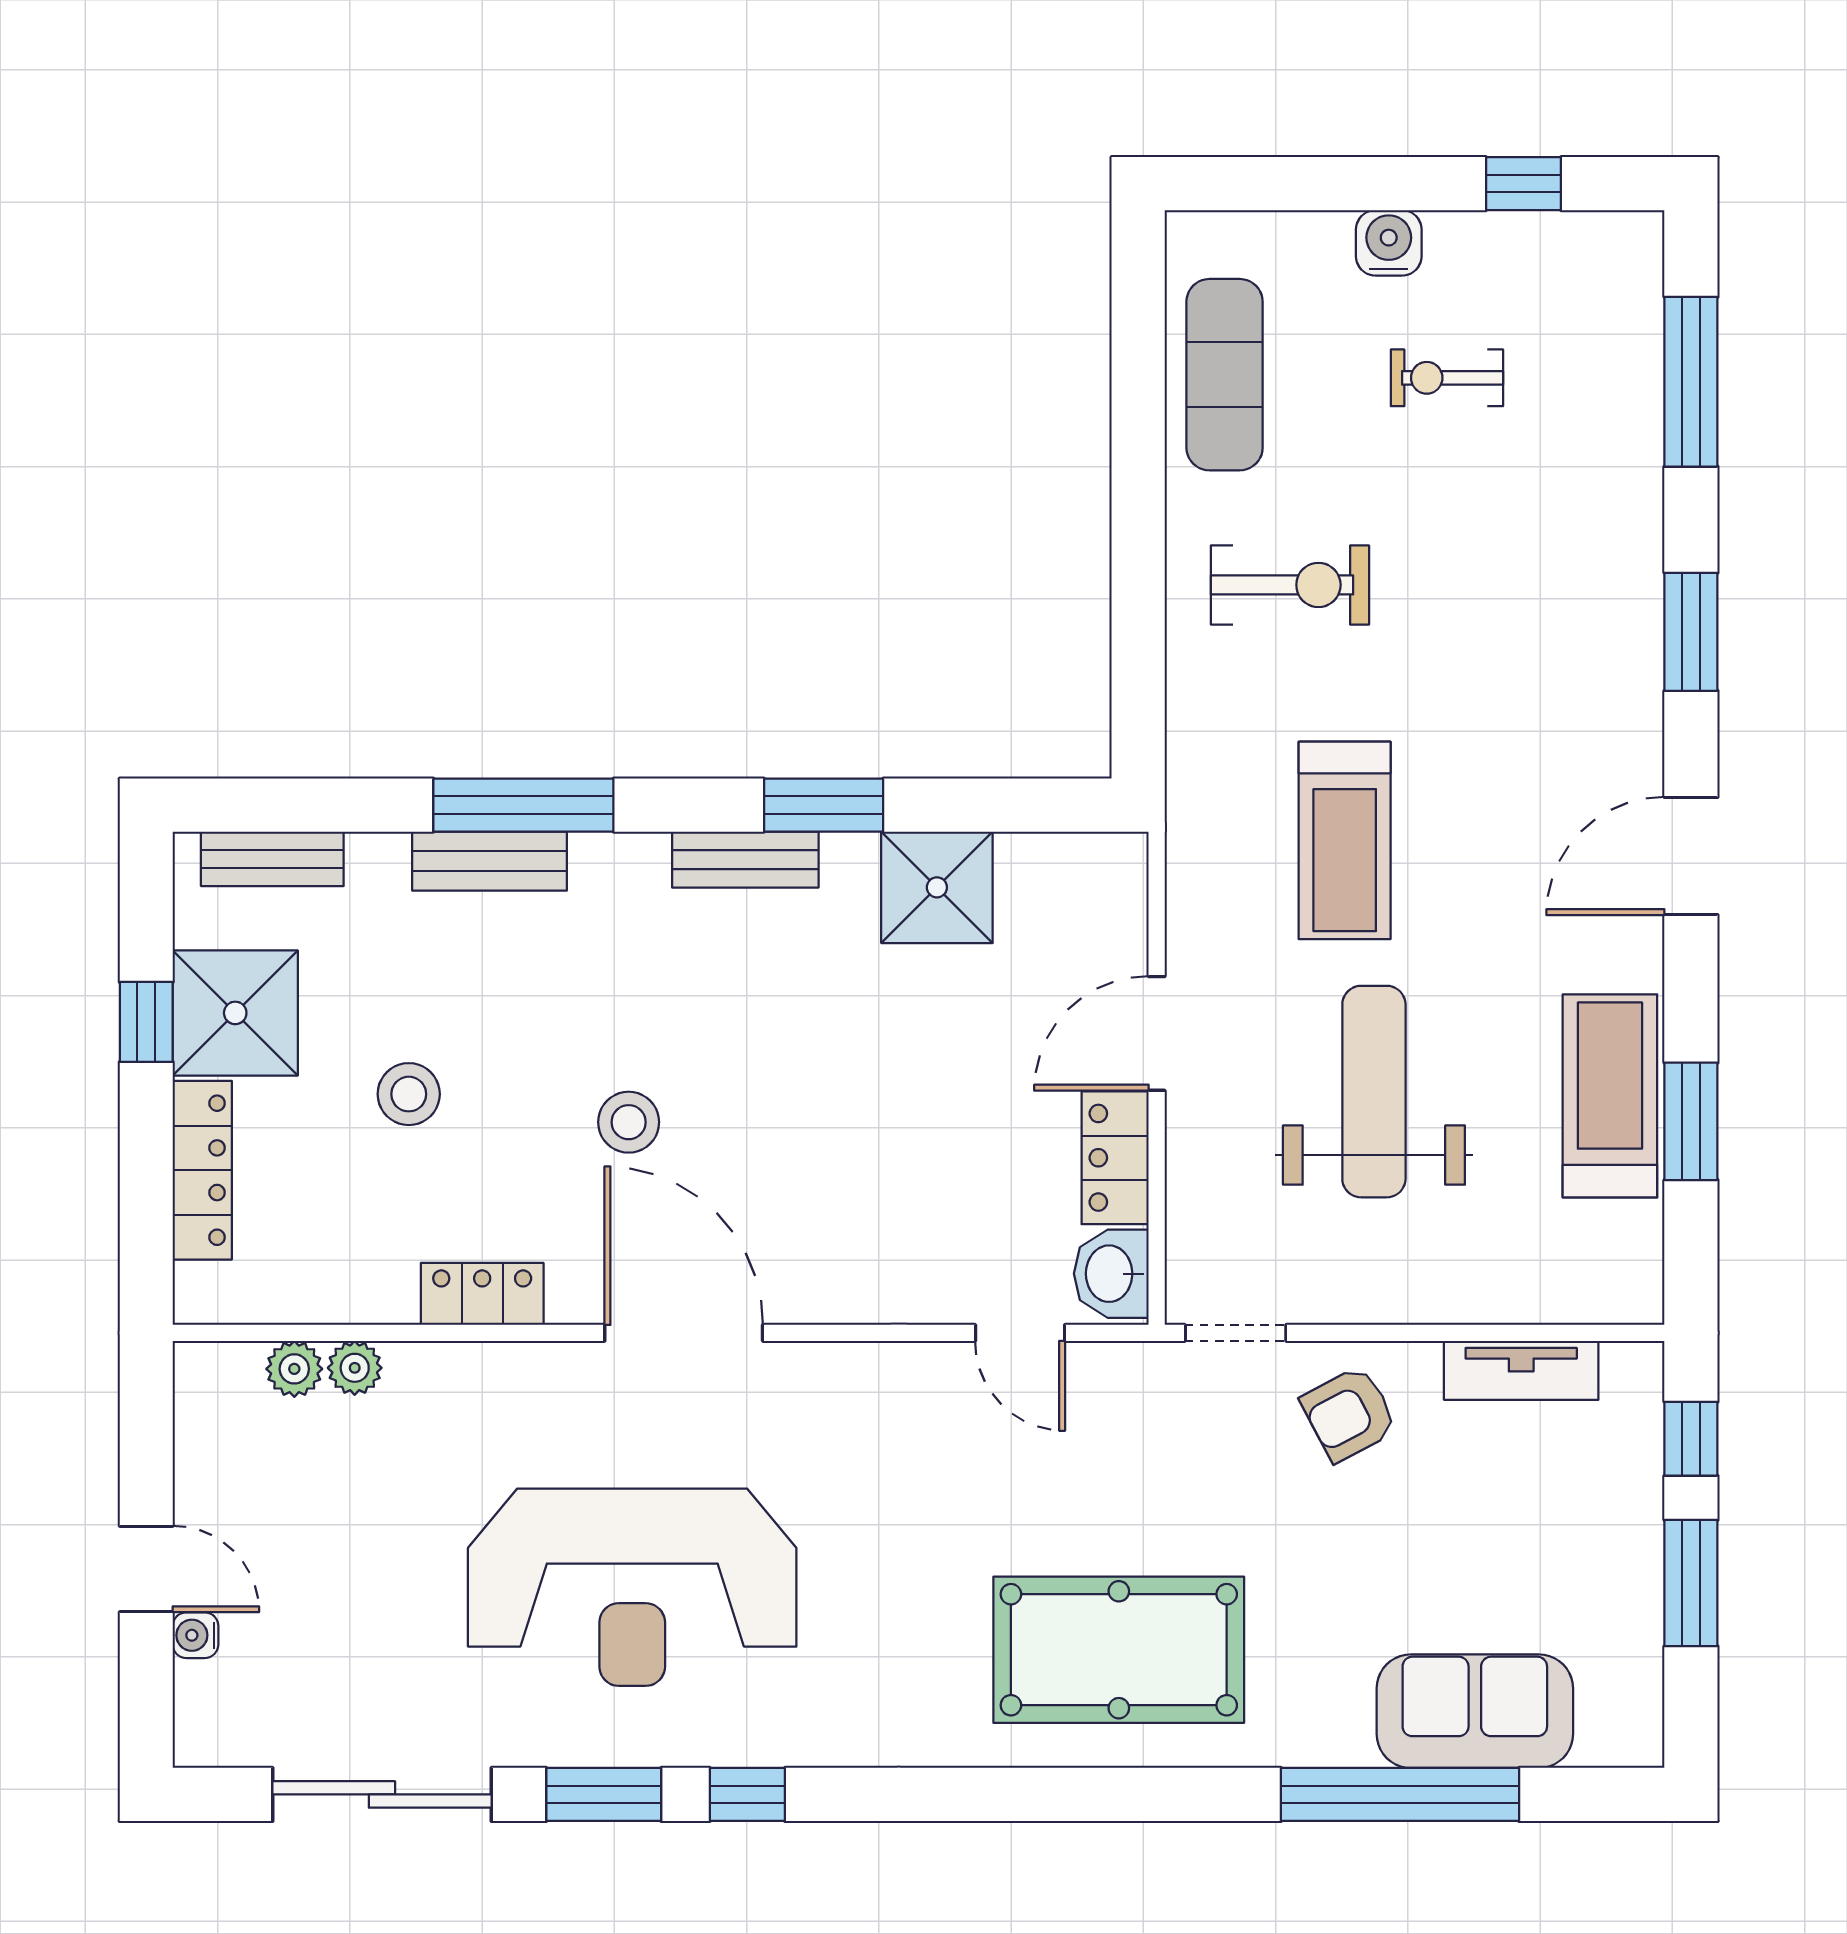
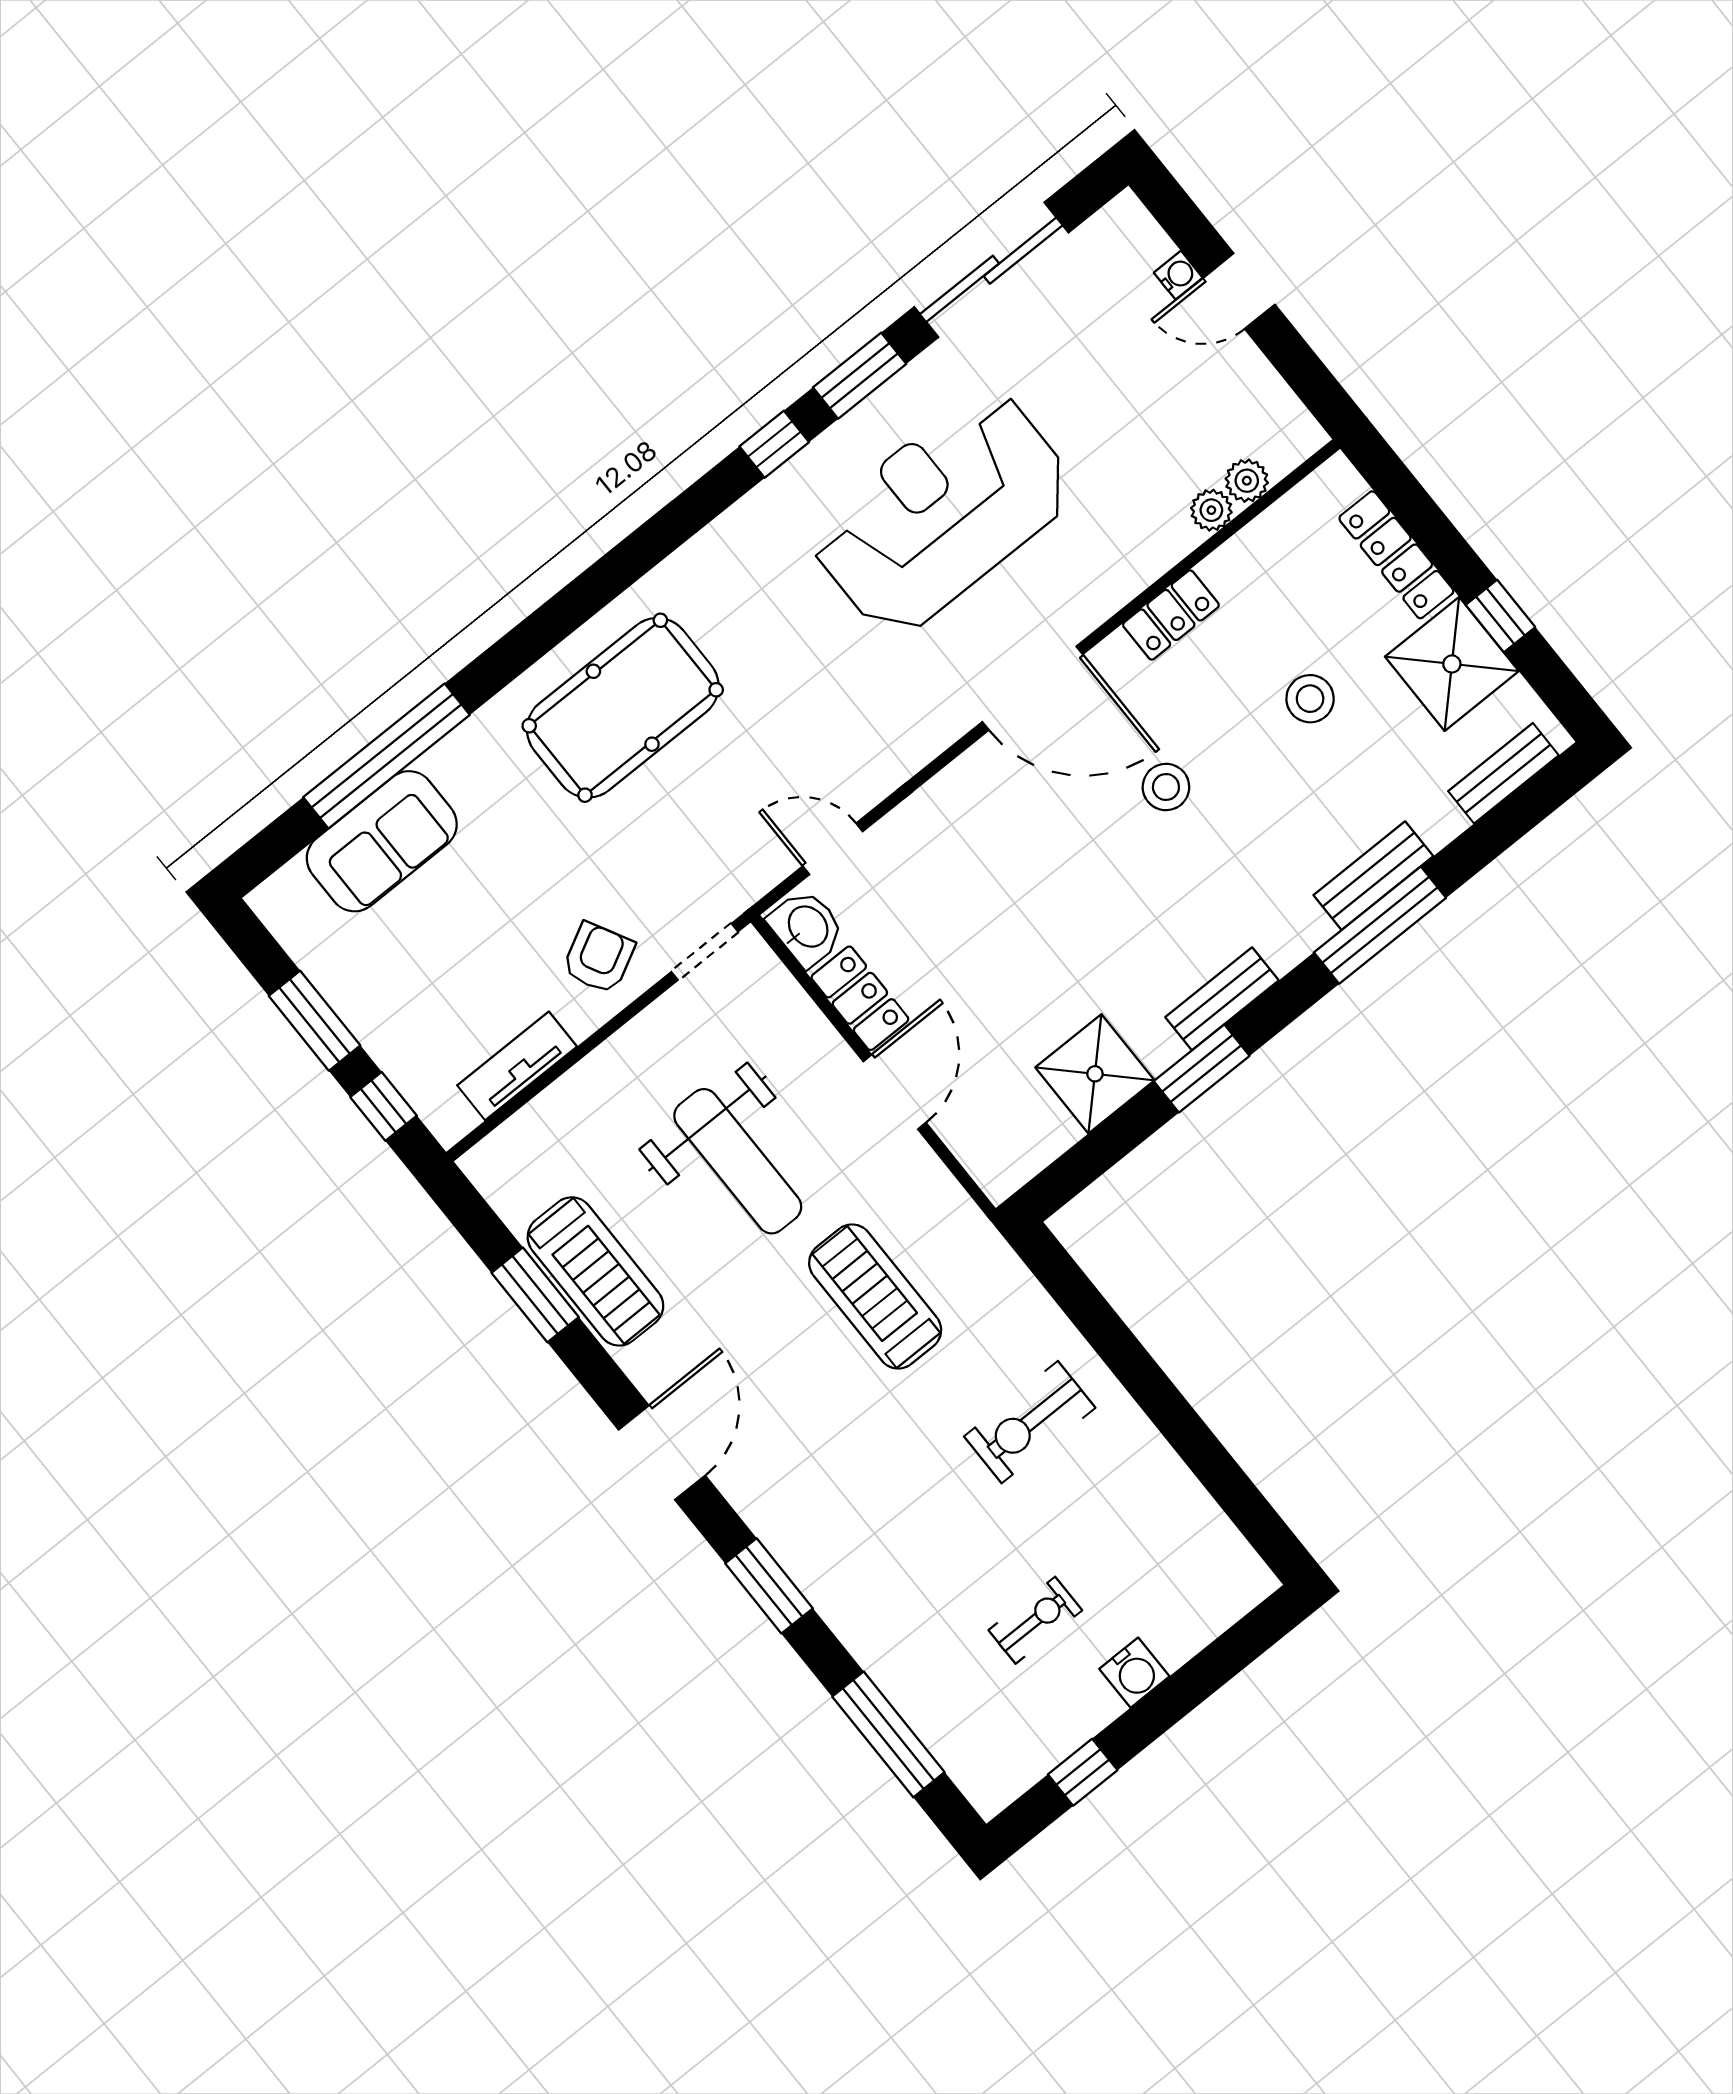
exercise mat: (1225, 375) -> (1169, 1516), removed

